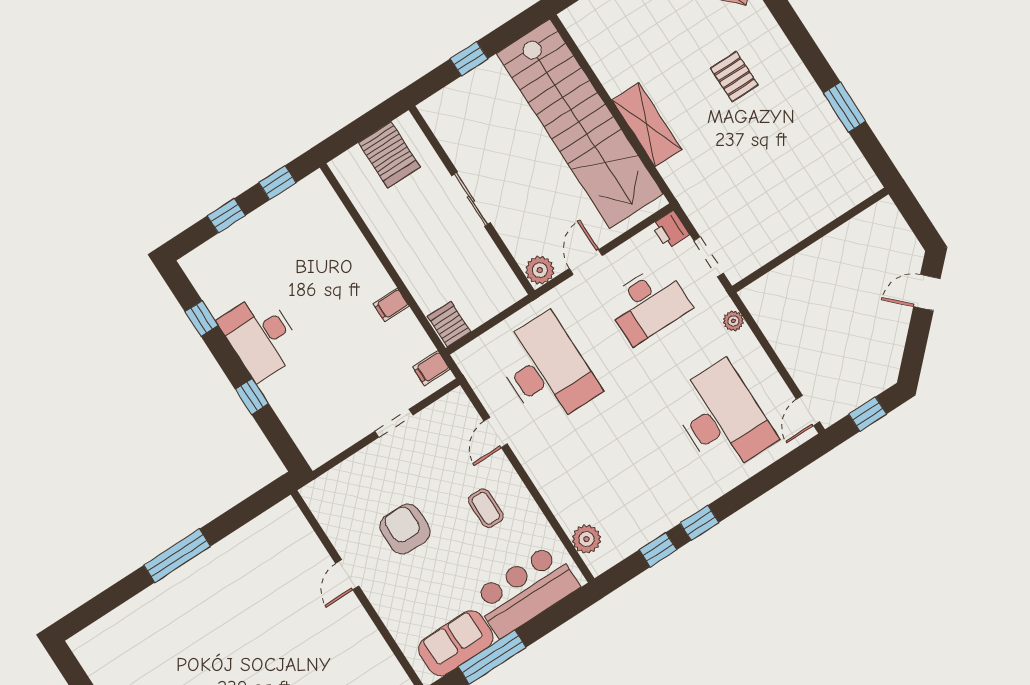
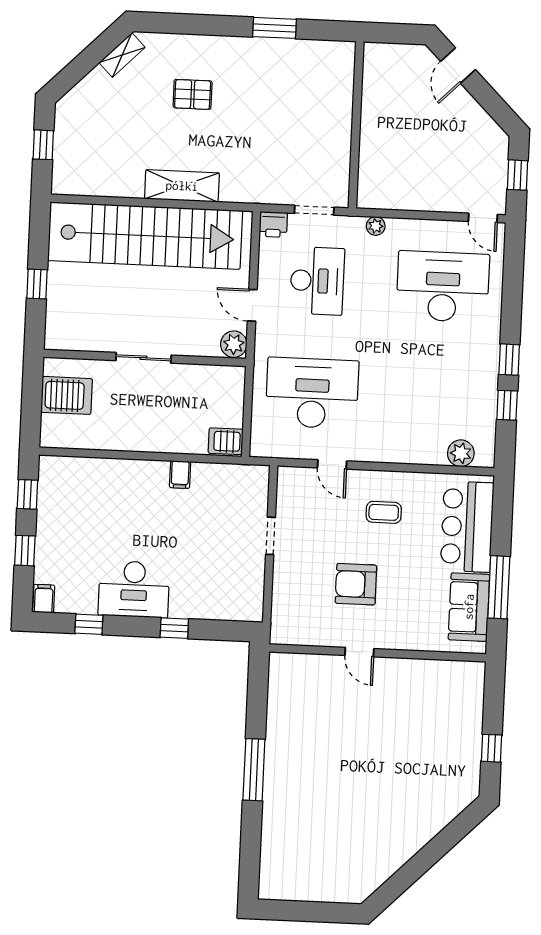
filing cabinet: (431, 368) -> (44, 599), moved, turned 180

